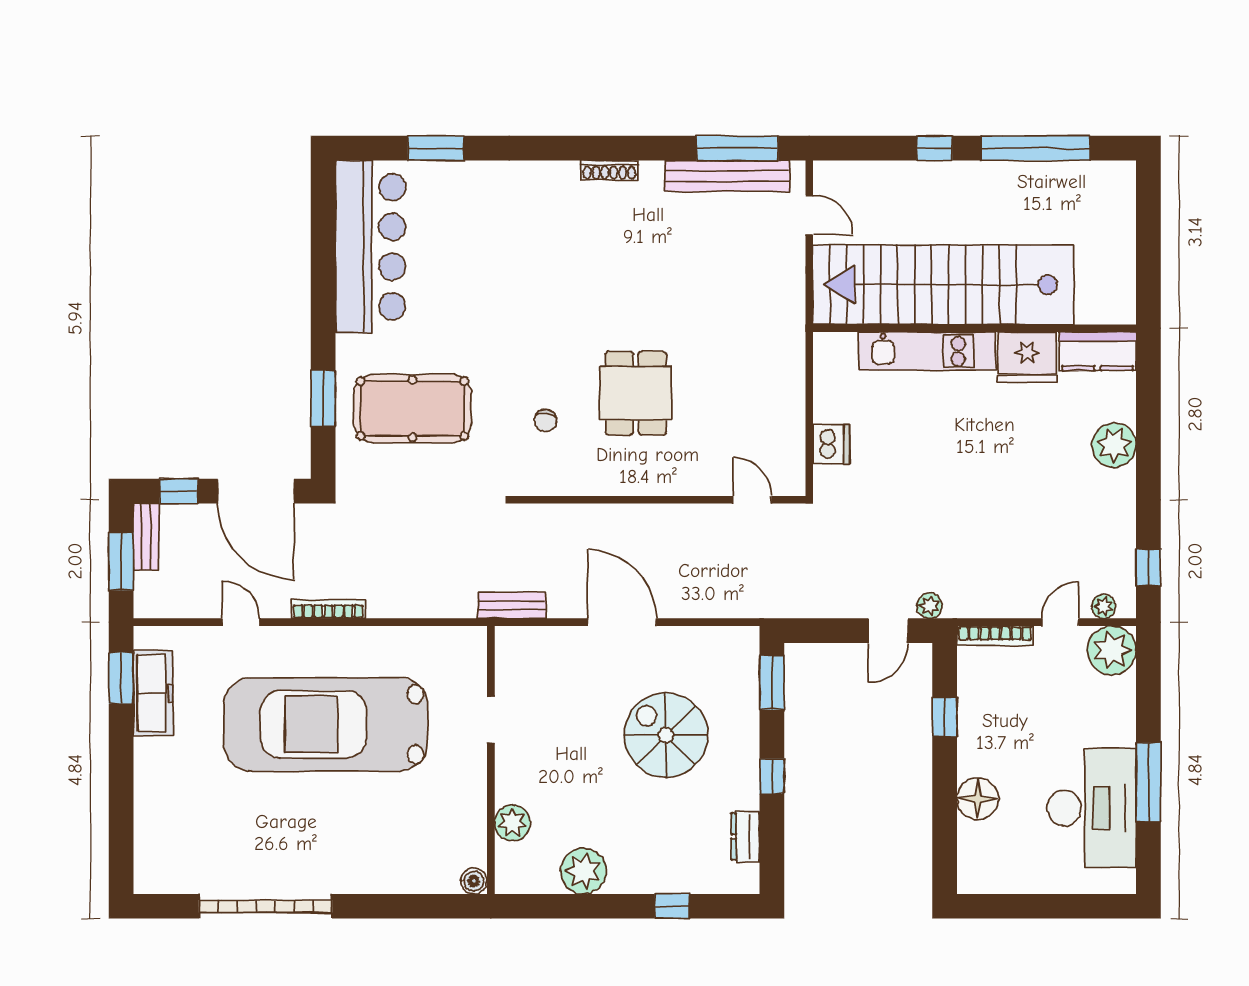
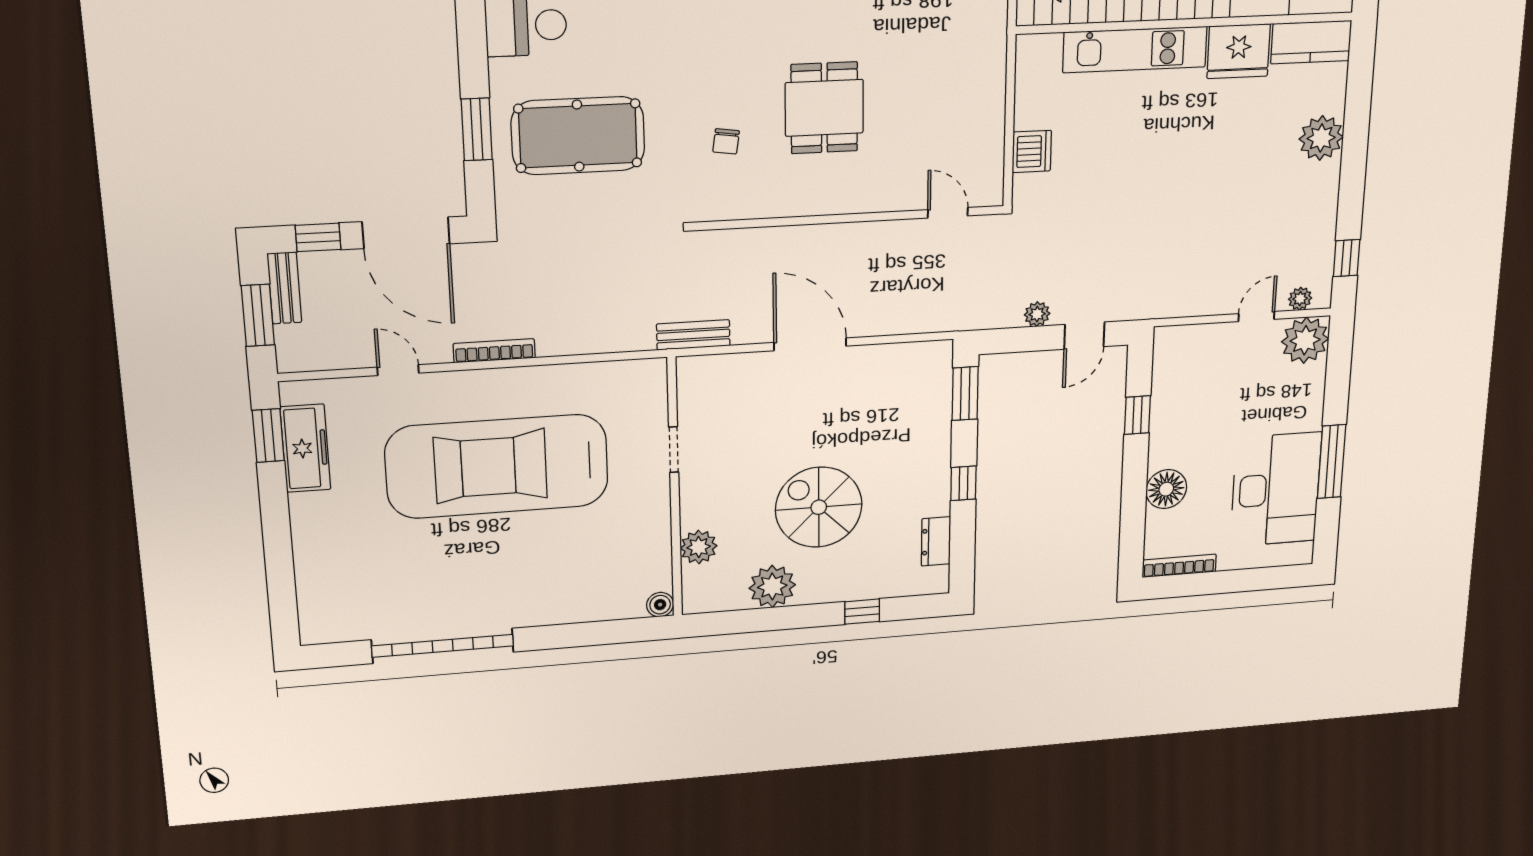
plant: (930, 606) -> (1037, 314), moved
bookcase: (995, 636) -> (1179, 566), moved, turned 180
spiral stairs: (666, 735) -> (819, 507), moved

